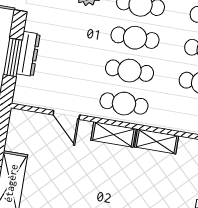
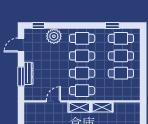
door: (66, 115) -> (53, 101), swing flipped

